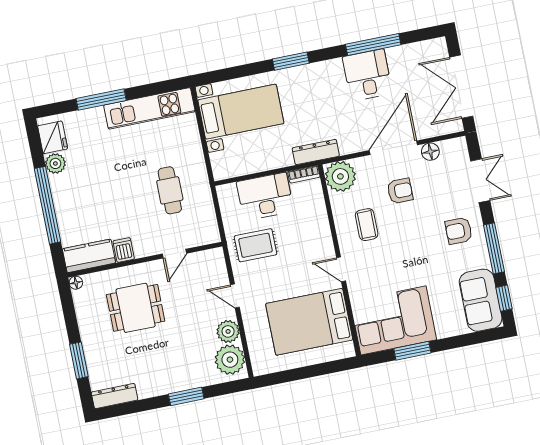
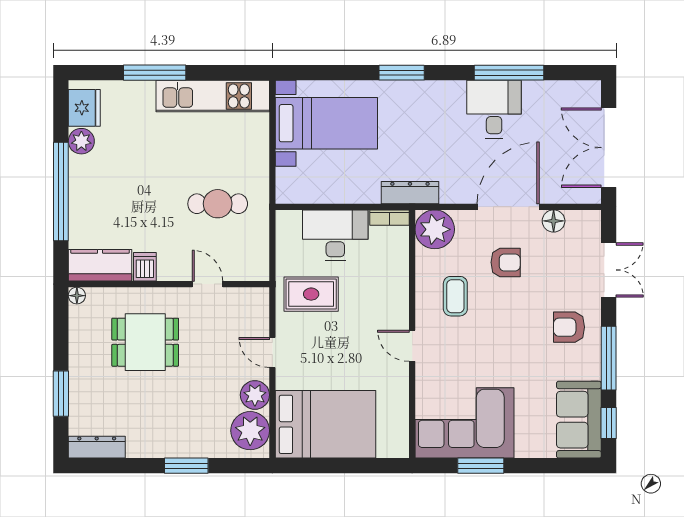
cafe table: (170, 190) -> (218, 204), turned 90
door: (174, 254) -> (207, 284), swing flipped
bed: (309, 322) -> (326, 424), moved, turned 180

